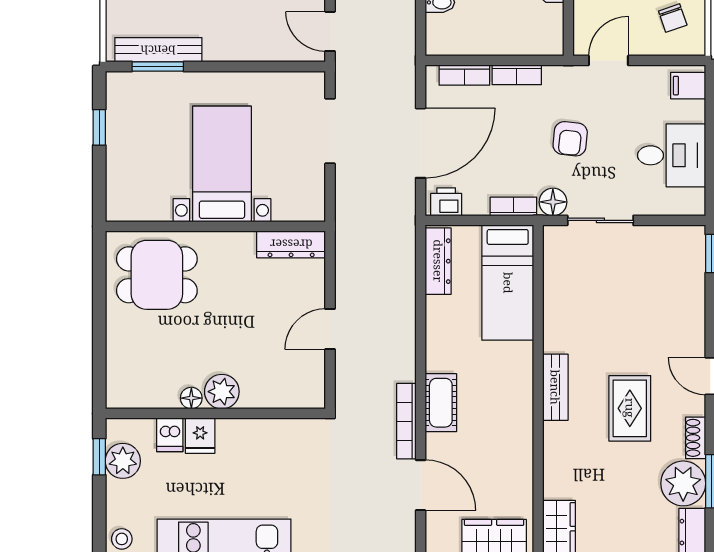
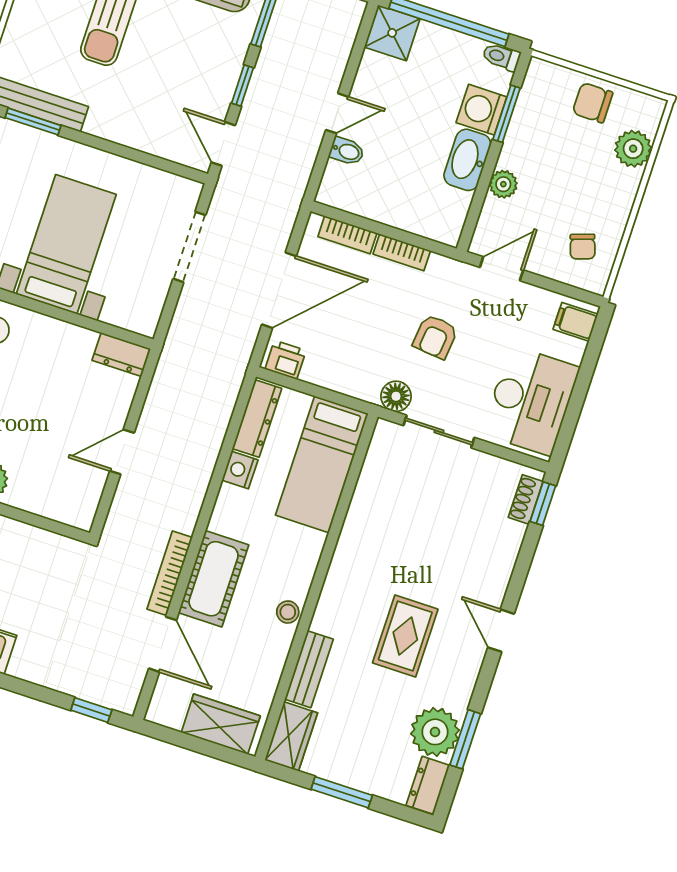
desk: (672, 155) -> (531, 401), width x1.37
bookcase: (513, 207) -> (354, 388), removed
dresser: (291, 244) -> (121, 355), width x0.70
nightstand: (438, 311) -> (240, 470), added
bench: (555, 387) -> (309, 669), moved
cot: (441, 403) -> (214, 579), width x1.37, depth x1.34
stool: (520, 421) -> (288, 612), added
shoe rack: (696, 438) -> (526, 499), moved

